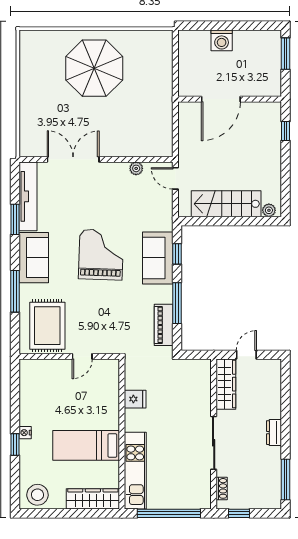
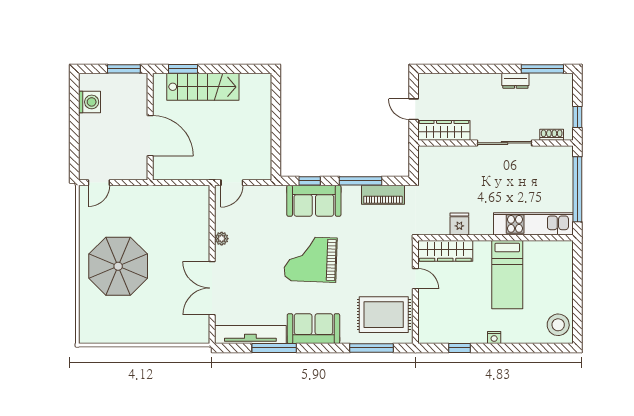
washing machine: (222, 40) -> (89, 102), moved
door: (175, 50) -> (99, 183), added
window: (286, 54) -> (124, 69), moved
window: (286, 131) -> (183, 69), width x1.50
plant: (136, 168) -> (222, 239), moved
stairs: (226, 204) -> (203, 87), moved, turned -90
plant: (269, 210) -> (265, 86), removed
window: (15, 219) -> (274, 348), width x1.44
window: (15, 291) -> (372, 348), moved
dresser: (274, 433) -> (515, 81), moved
window: (15, 445) -> (459, 348), moved
wardrobe: (93, 499) -> (445, 251), moved, turned -90

